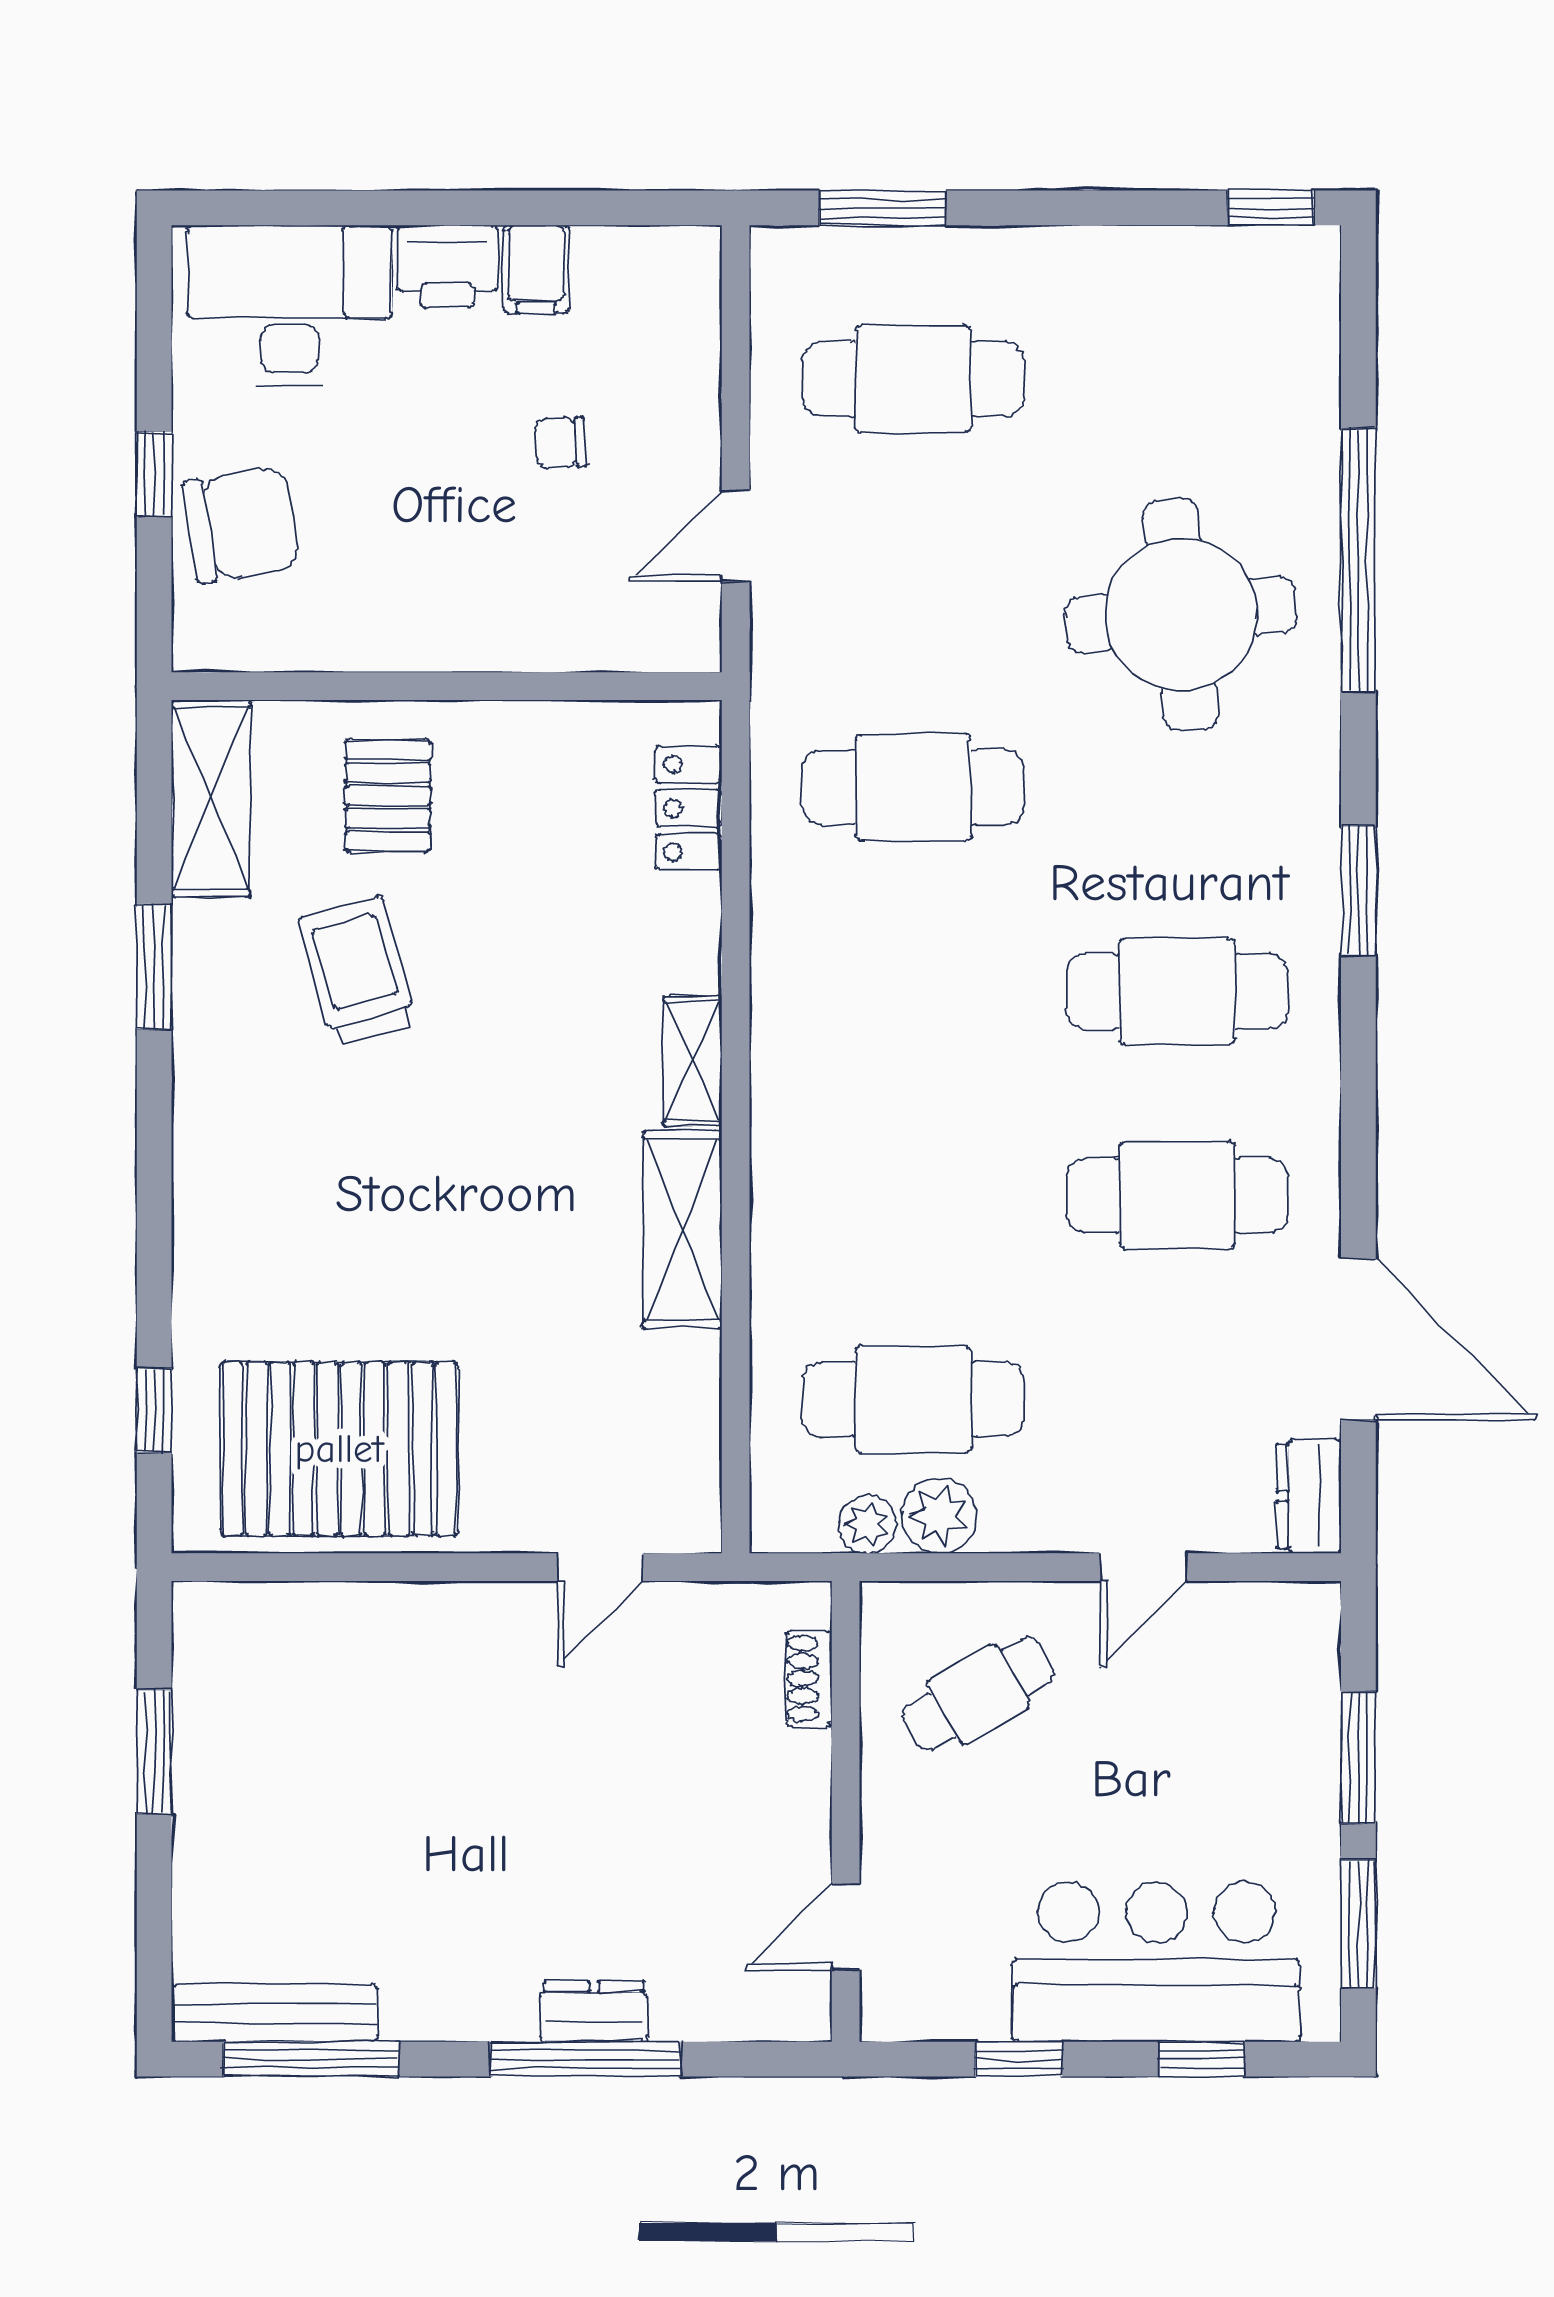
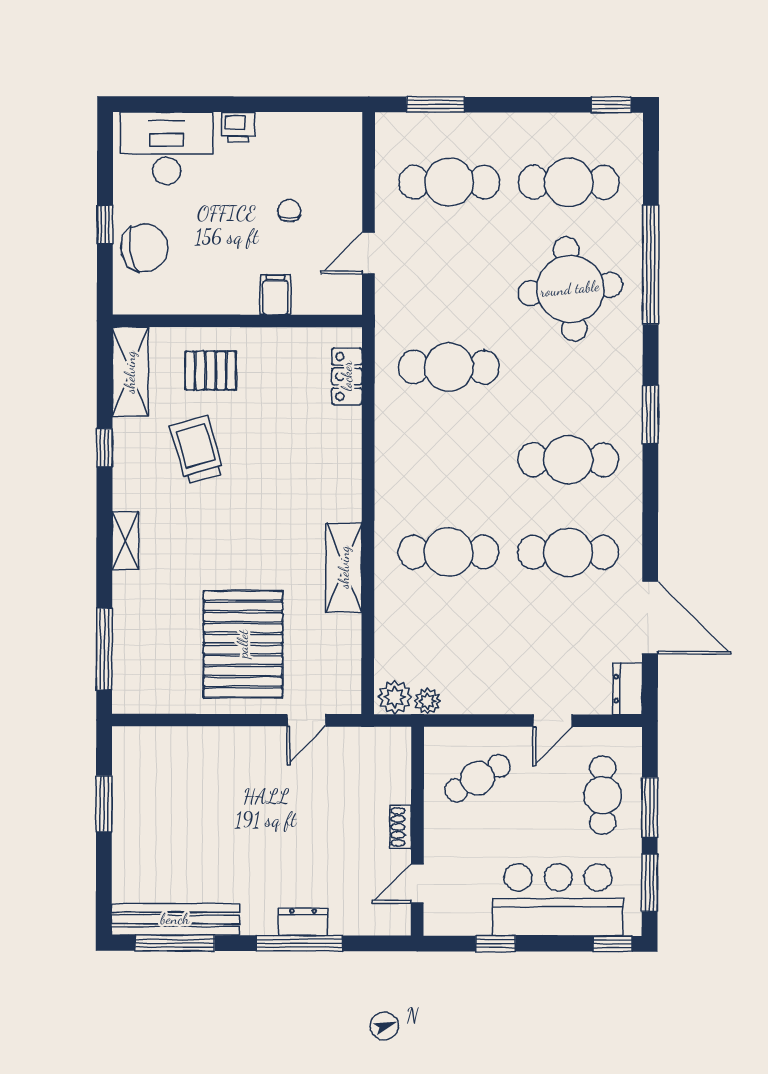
printer: (447, 267) -> (238, 127), width x0.73, depth x0.81
filing cabinet: (536, 269) -> (275, 295), moved, turned 180
cafe table: (1177, 379) -> (569, 182), added
chair: (561, 443) -> (289, 211), turned 92
pallet: (388, 796) -> (211, 371), turned 90
window: (154, 966) -> (105, 448), width x0.67
shelving: (693, 1061) -> (125, 541), moved
cafe table: (913, 1399) -> (448, 552), moved
window: (154, 1410) -> (104, 649), width x2.17
pallet: (339, 1449) -> (243, 644), moved, turned 90
plant: (939, 1516) -> (395, 697), moved
shoe rack: (809, 1679) -> (401, 827), moved
cafe table: (1254, 1731) -> (603, 795), added
bench: (274, 2013) -> (175, 919), width x1.37, depth x1.21
window: (1202, 2059) -> (613, 944), moved

